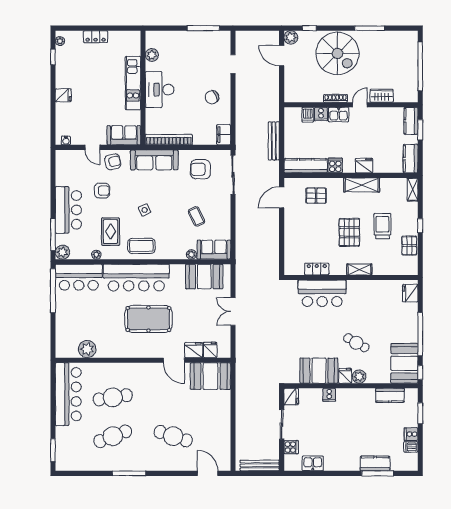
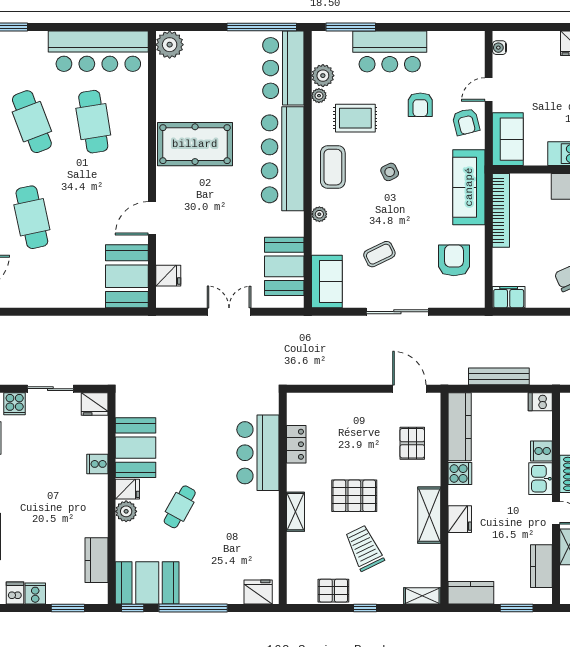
dishwasher: (308, 115) -> (540, 402), moved
kitchen counter: (411, 121) -> (541, 566), moved, turned -90
sliding door: (233, 175) -> (397, 312), moved
trolley: (382, 226) -> (364, 548), turned -116
plant: (62, 252) -> (323, 76), moved
plant: (191, 254) -> (319, 214), moved
pool table: (148, 319) -> (195, 144), moved, turned 90
plant: (87, 349) -> (170, 45), moved
fridge: (194, 350) -> (168, 250), removed
cafe table: (173, 436) -> (32, 217), turned -30

